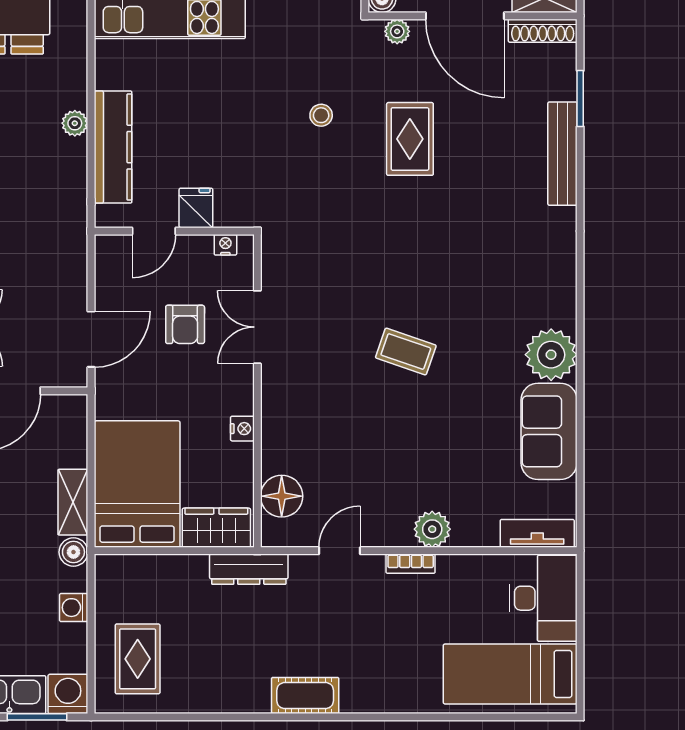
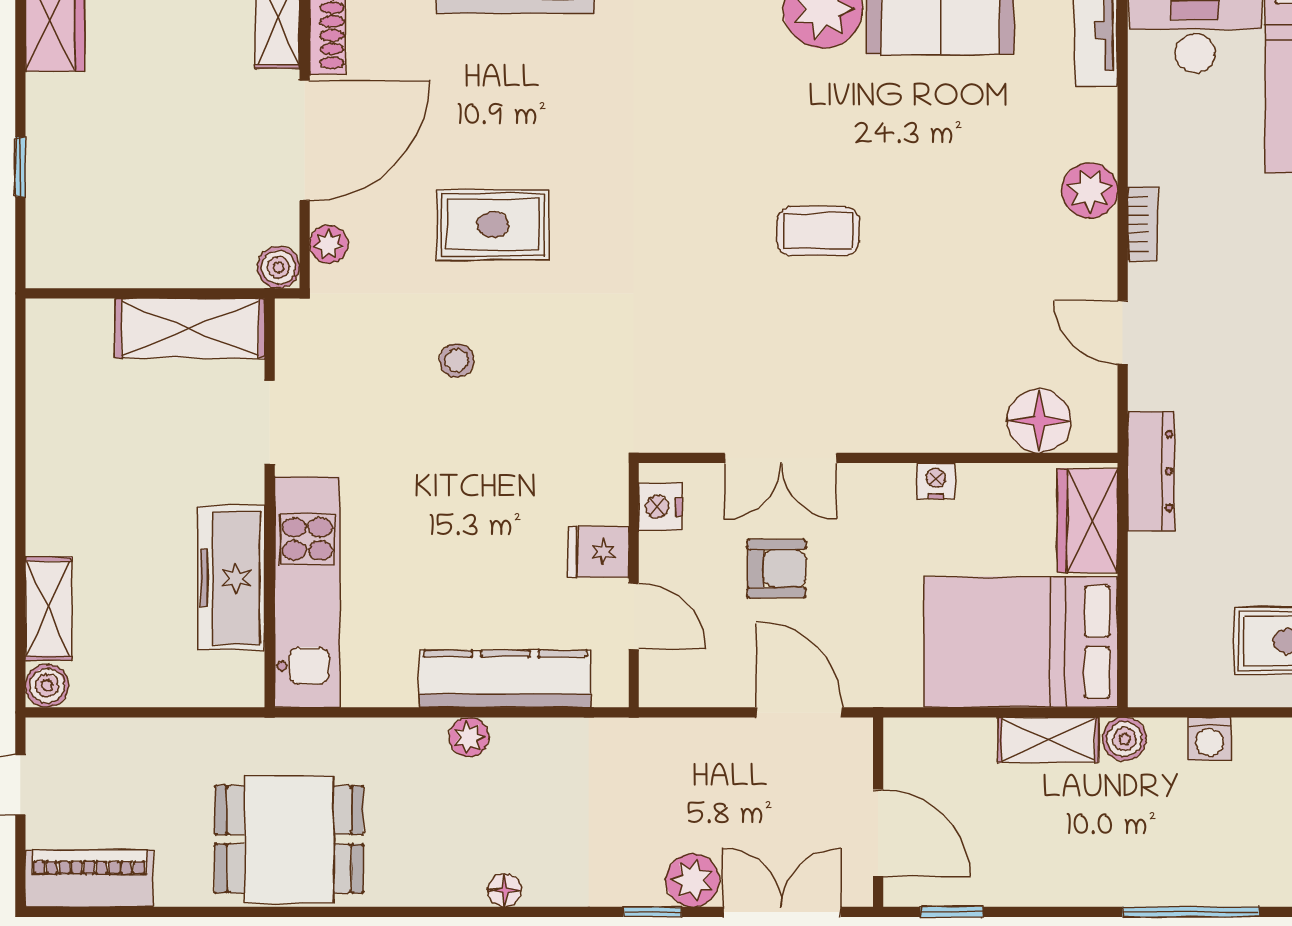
nightstand: (225, 245) -> (660, 507), width x1.39, depth x1.35
coffee table: (406, 352) -> (818, 231), turned 71

